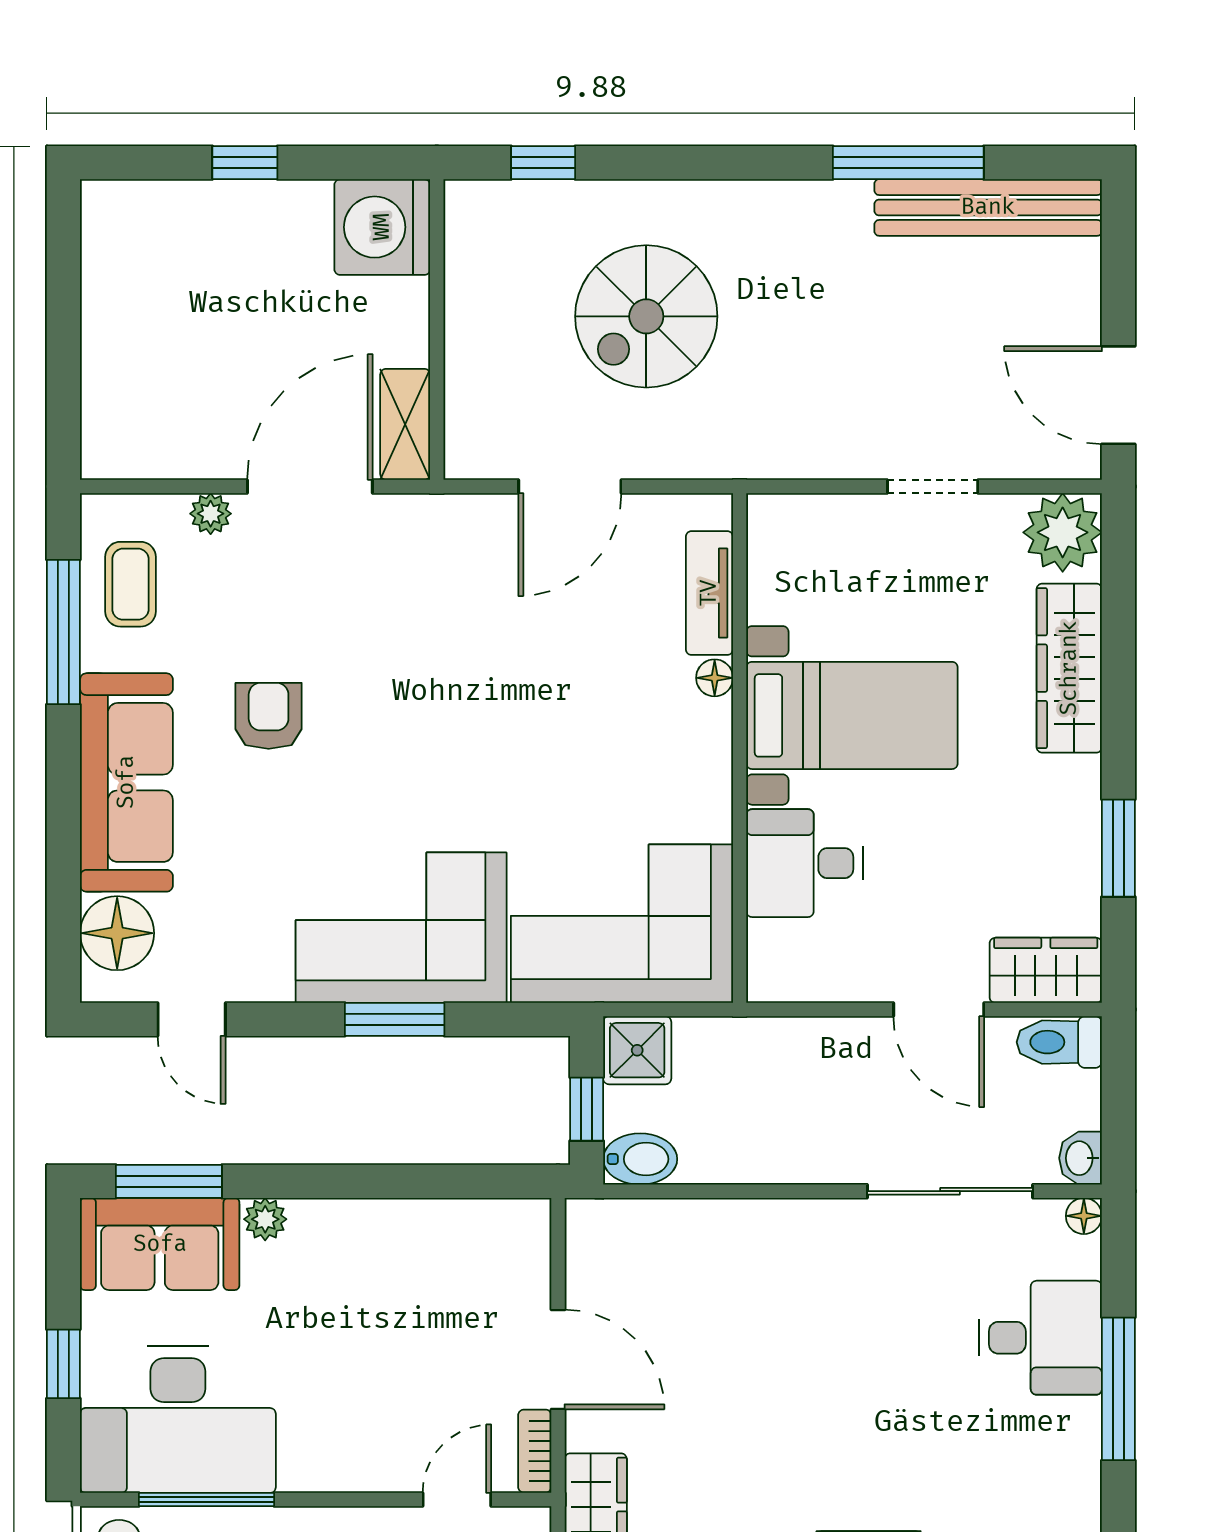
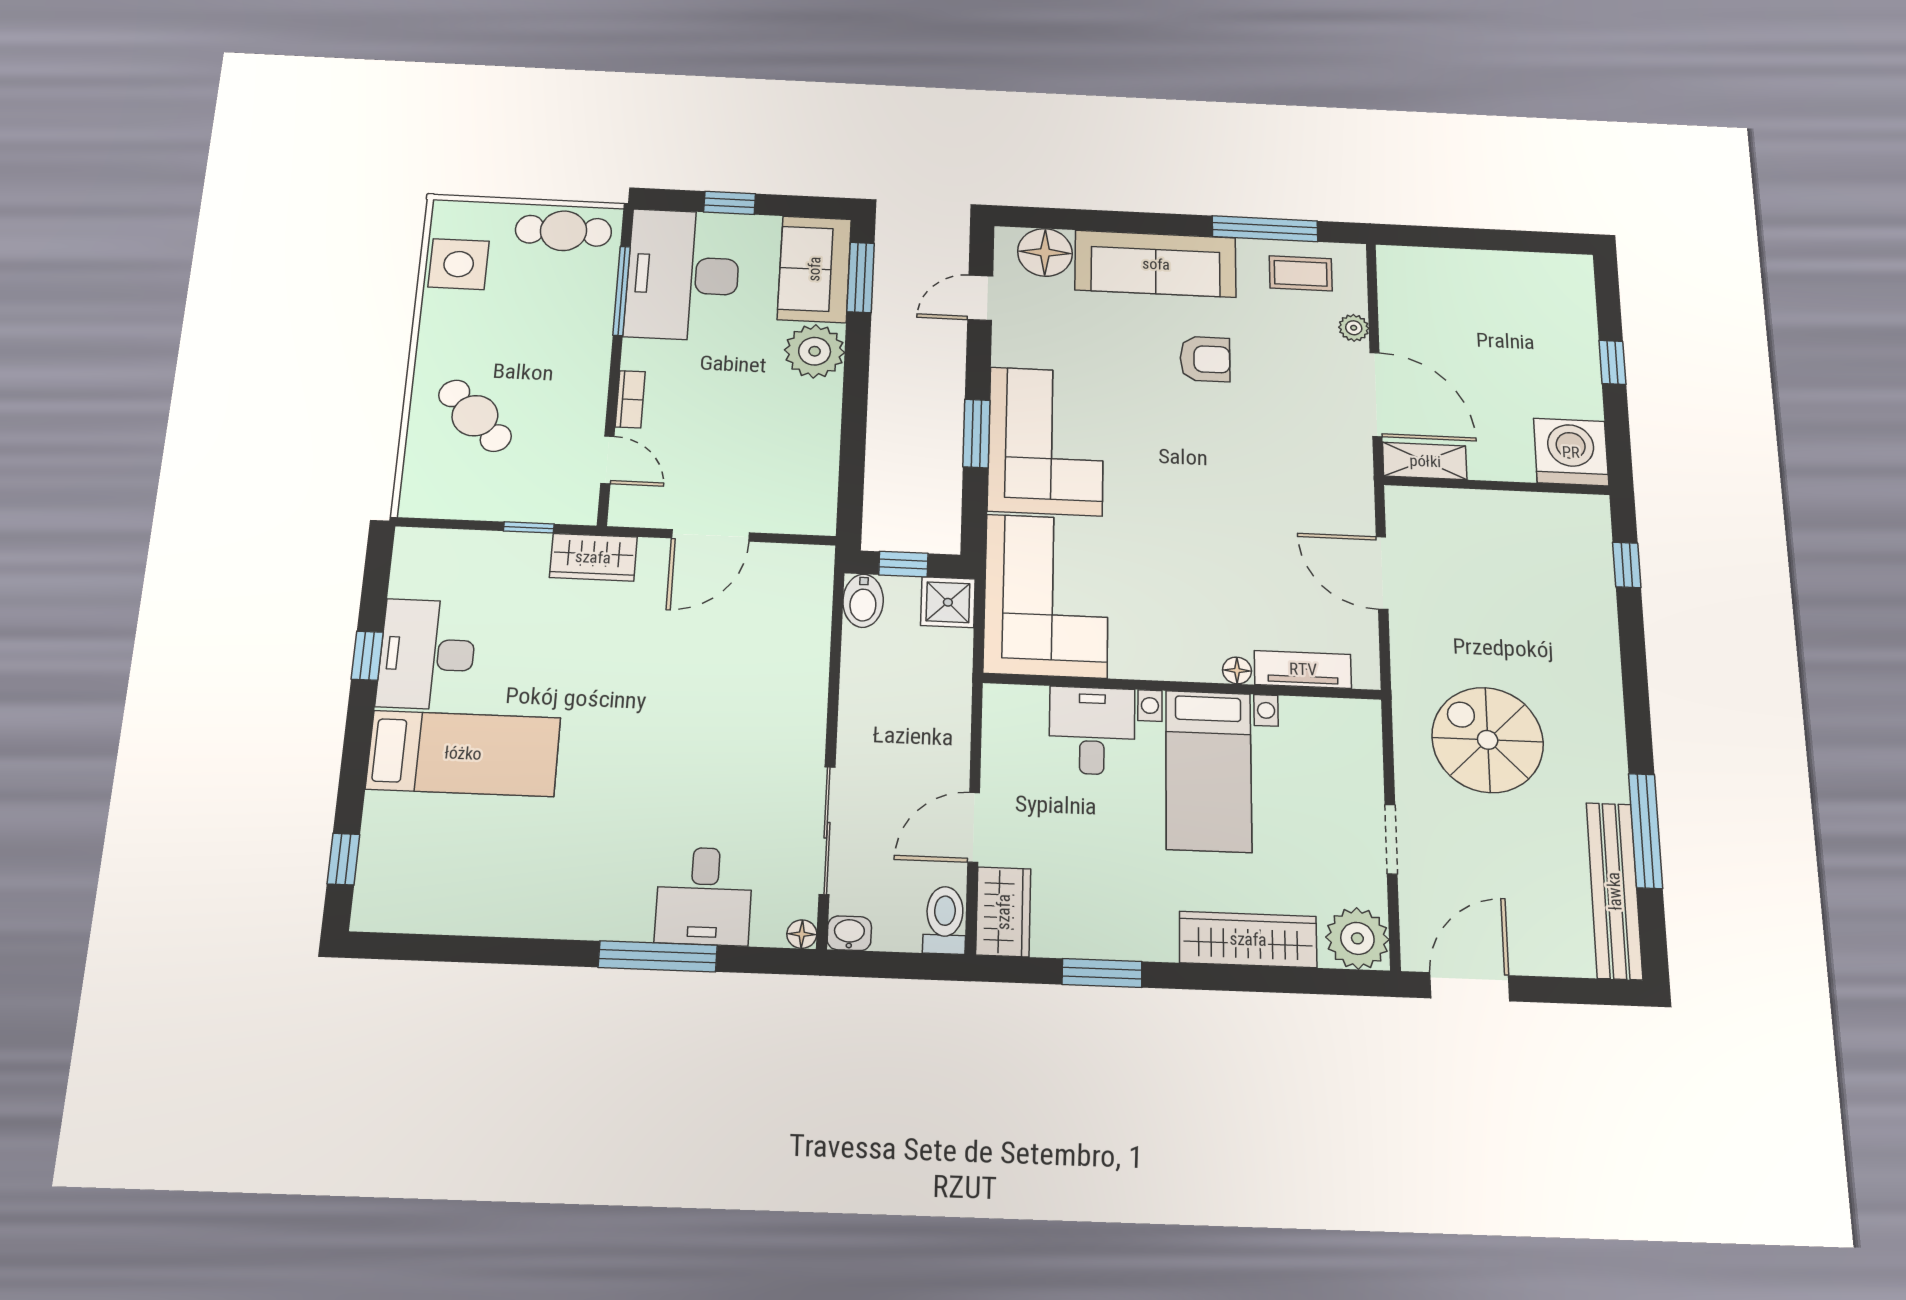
spiral stairs: (646, 316) -> (1488, 740), moved
plant: (265, 1219) -> (815, 351), width x1.87, depth x1.87
bookcase: (535, 1451) -> (630, 399), moved, turned 90

